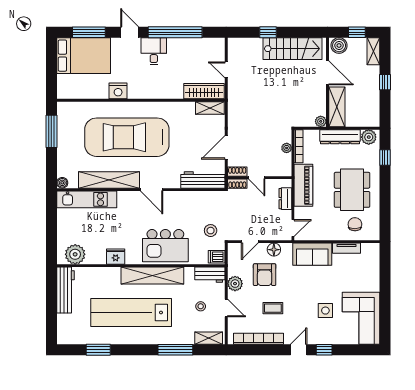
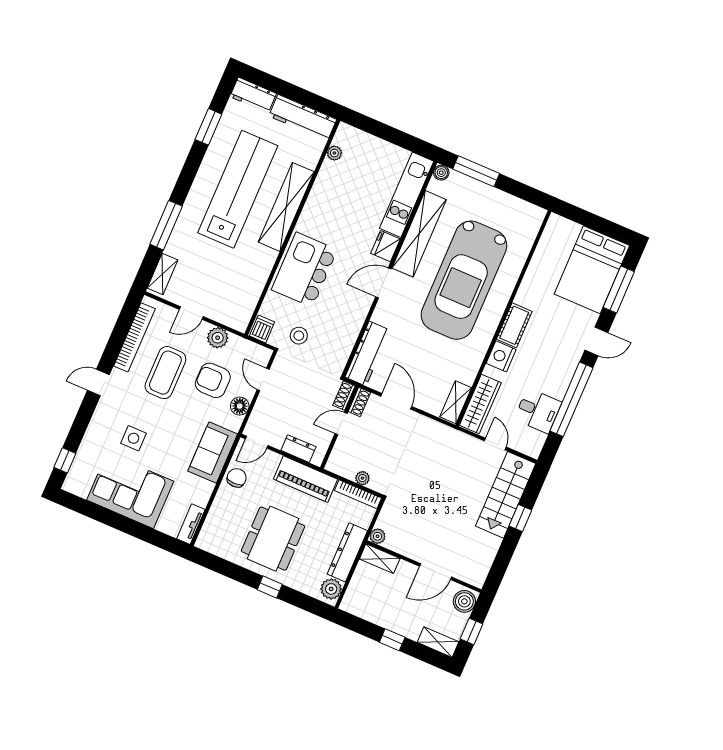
stairs: (292, 49) -> (506, 495), moved
desk: (154, 51) -> (538, 411), moved
door: (226, 70) -> (495, 444), hinge flipped
nightstand: (118, 91) -> (501, 356), moved
cot: (142, 91) -> (514, 325), added
shelving: (337, 107) -> (380, 559), width x0.67, depth x0.75
window: (51, 131) -> (476, 171), moved
car: (127, 137) -> (464, 280), turned 180
window: (385, 158) -> (270, 587), moved
dining table: (352, 190) -> (273, 539), turned 90
chair: (355, 224) -> (237, 478), moved, turned -90
door: (293, 228) -> (257, 442), hinge flipped
tv unit: (347, 248) -> (191, 524), moved
plant: (75, 254) -> (334, 153), width x0.53, depth x0.53
fridge: (116, 257) -> (386, 246), moved, turned 180
workbench: (210, 275) -> (253, 95), moved, turned -90
shelving: (152, 276) -> (286, 207), moved
stool: (201, 306) -> (207, 281), removed
coffee table: (273, 308) -> (165, 373), width x1.86, depth x1.72
corner sofa: (361, 318) -> (130, 491), moved
door: (299, 350) -> (98, 383), swing flipped
window: (324, 350) -> (65, 460), moved

